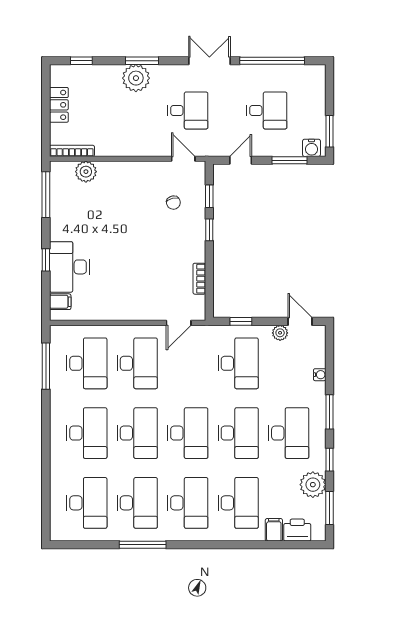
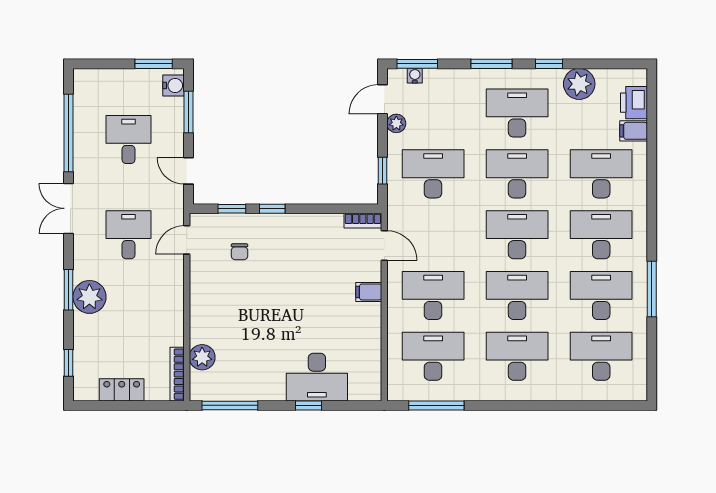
chair: (173, 203) -> (239, 252), turned 105
bookcase: (199, 279) -> (363, 221), moved
filing cabinet: (60, 302) -> (369, 292), moved, turned -90
water cooler: (320, 375) -> (415, 76), moved
window: (329, 508) -> (417, 64), moved

